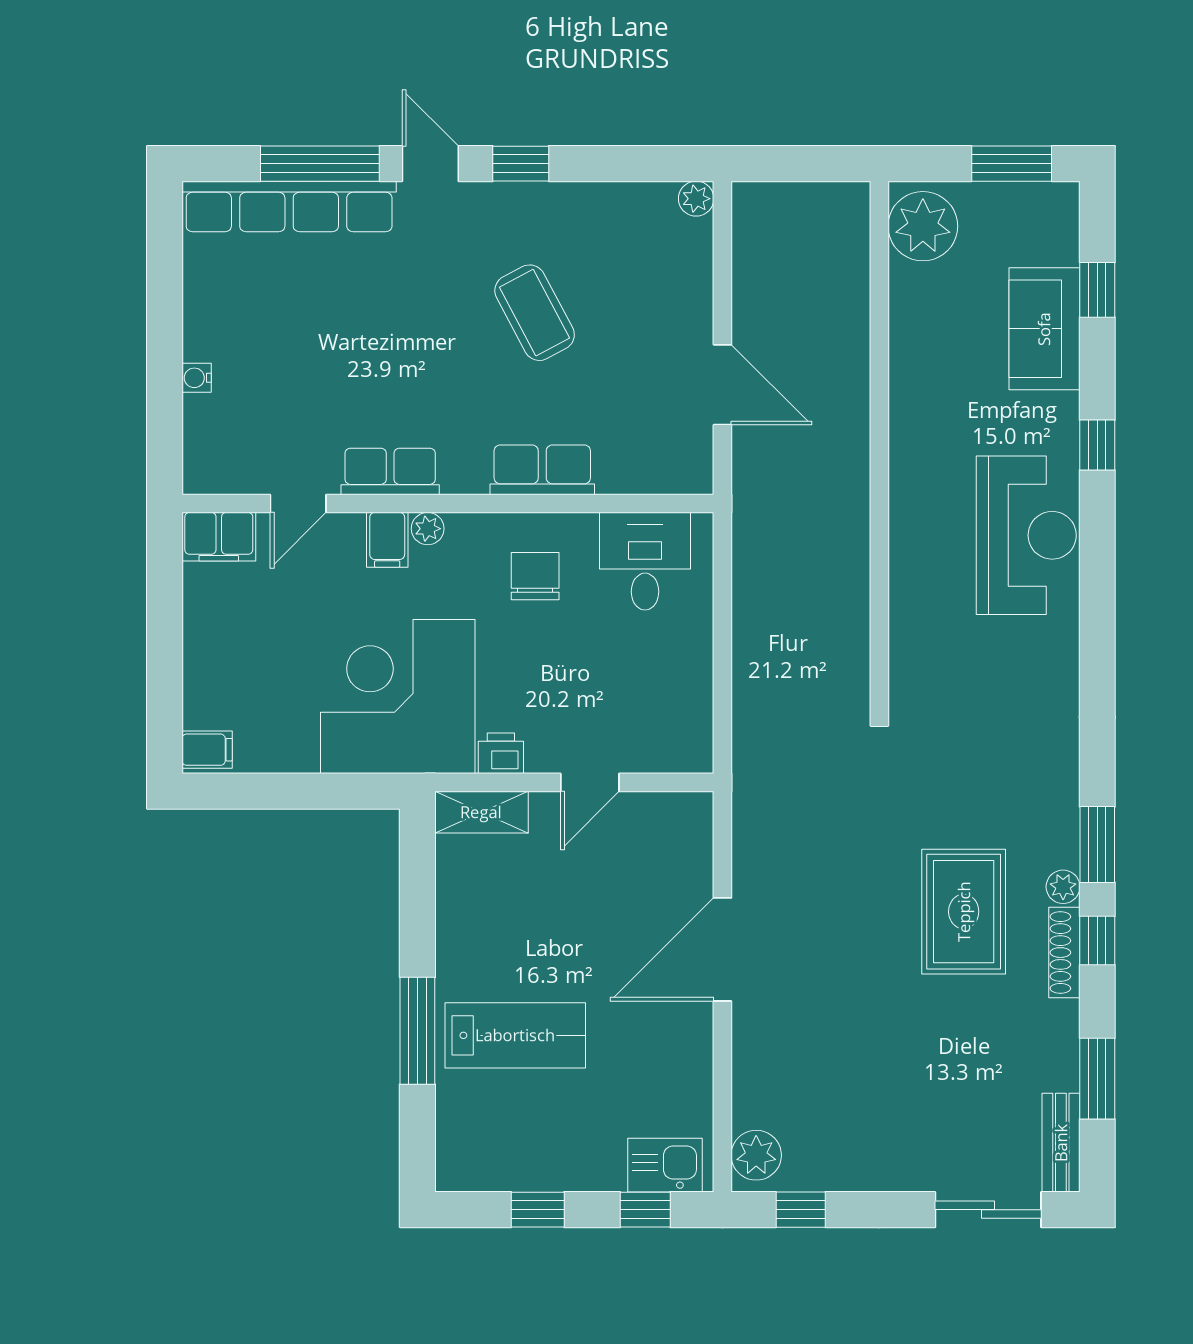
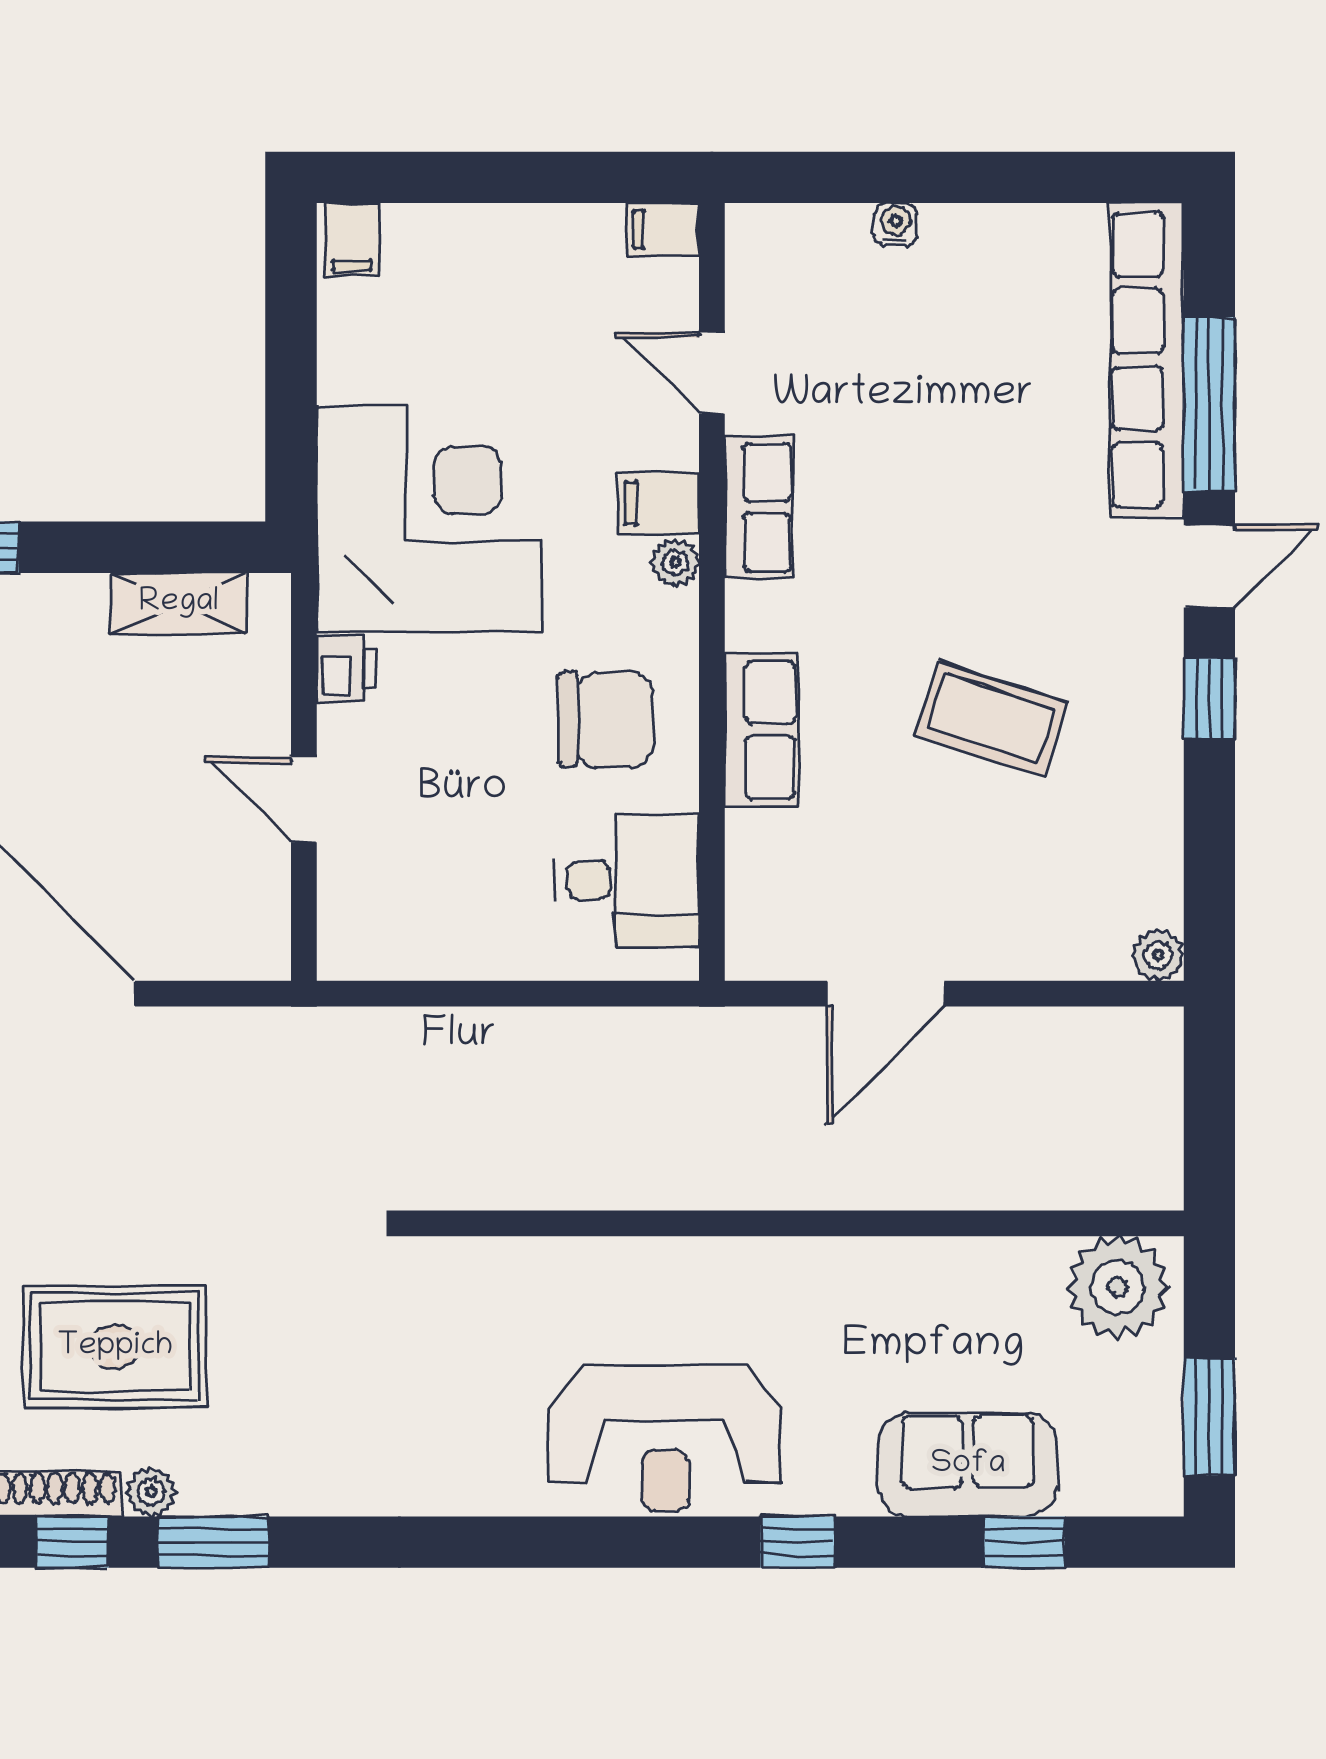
coffee table: (535, 313) -> (991, 719), turned 46
filing cabinet: (219, 537) -> (663, 230), width x0.50
chair: (535, 576) -> (606, 720), width x1.37, depth x1.37
shelving: (481, 812) -> (179, 603), moved, turned 90

